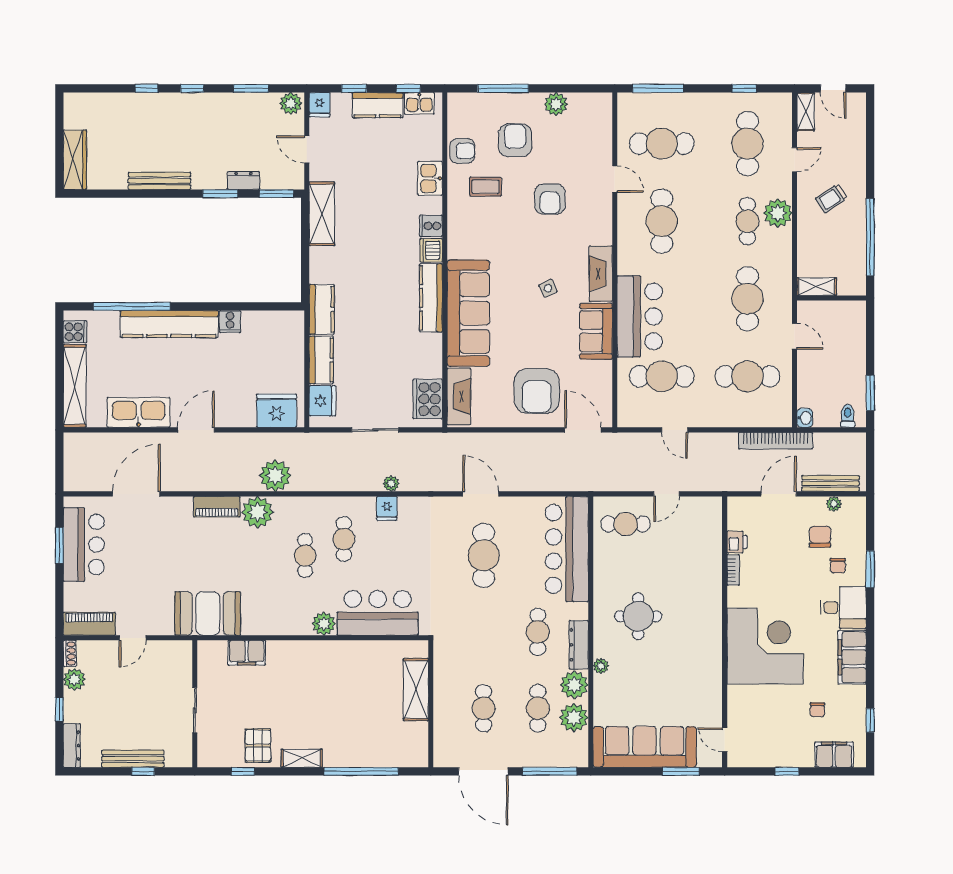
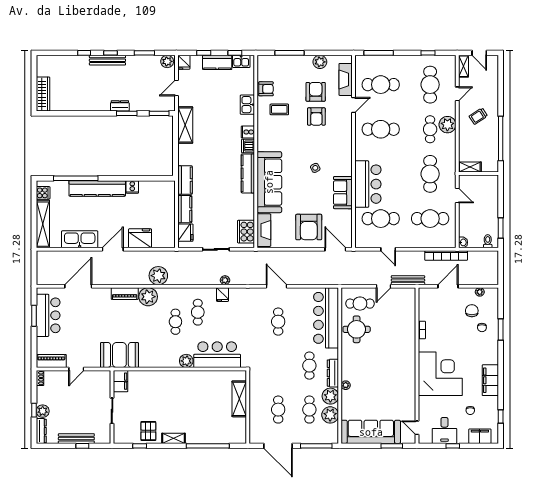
armchair: (515, 140) -> (316, 92), moved
door: (307, 150) -> (176, 88), hinge flipped
door: (615, 179) -> (354, 105), hinge flipped
bench: (159, 181) -> (107, 60), moved
dresser: (244, 181) -> (120, 106), moved
cafe table: (662, 221) -> (381, 129), turned 90
fireplace: (601, 274) -> (346, 79), moved
fridge: (277, 411) -> (140, 238), moved
bench: (831, 483) -> (408, 280), moved
printer: (737, 542) -> (424, 314), removed
cafe table: (484, 555) -> (278, 322), width x0.73, depth x0.74
desk: (843, 607) -> (444, 430), moved, turned 90
round table: (638, 616) -> (357, 329), moved
filing cabinet: (247, 653) -> (121, 381), moved, turned -90
plant: (74, 679) -> (43, 411), moved

